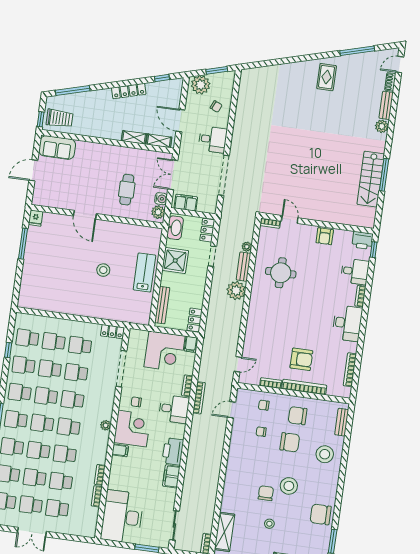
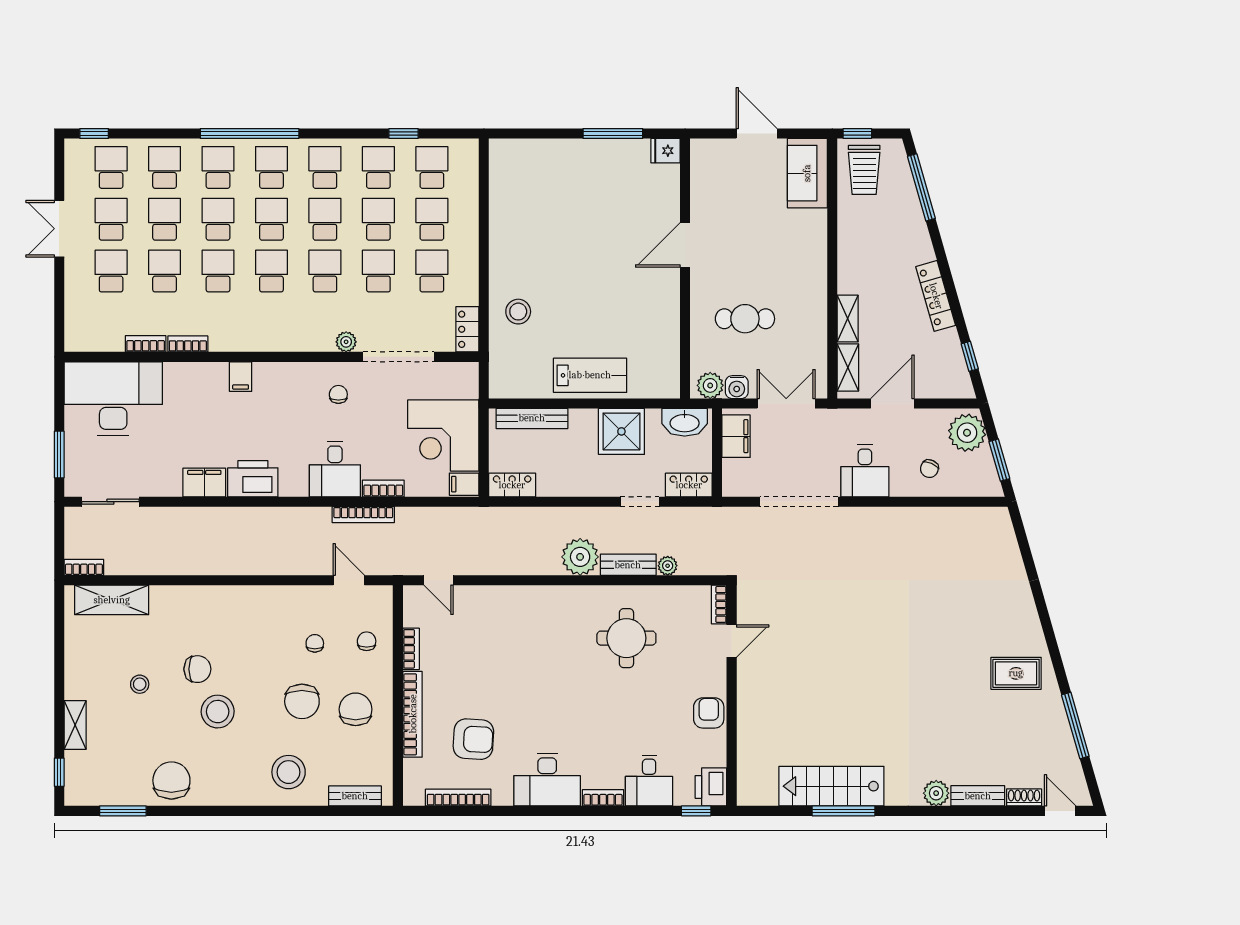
armchair: (325, 236) -> (709, 713), turned 90
stool: (103, 270) -> (518, 312), moved
armchair: (301, 359) -> (473, 739), moved, turned -87
plant: (106, 425) -> (346, 342), moved
corner desk: (132, 429) -> (286, 394), removed

